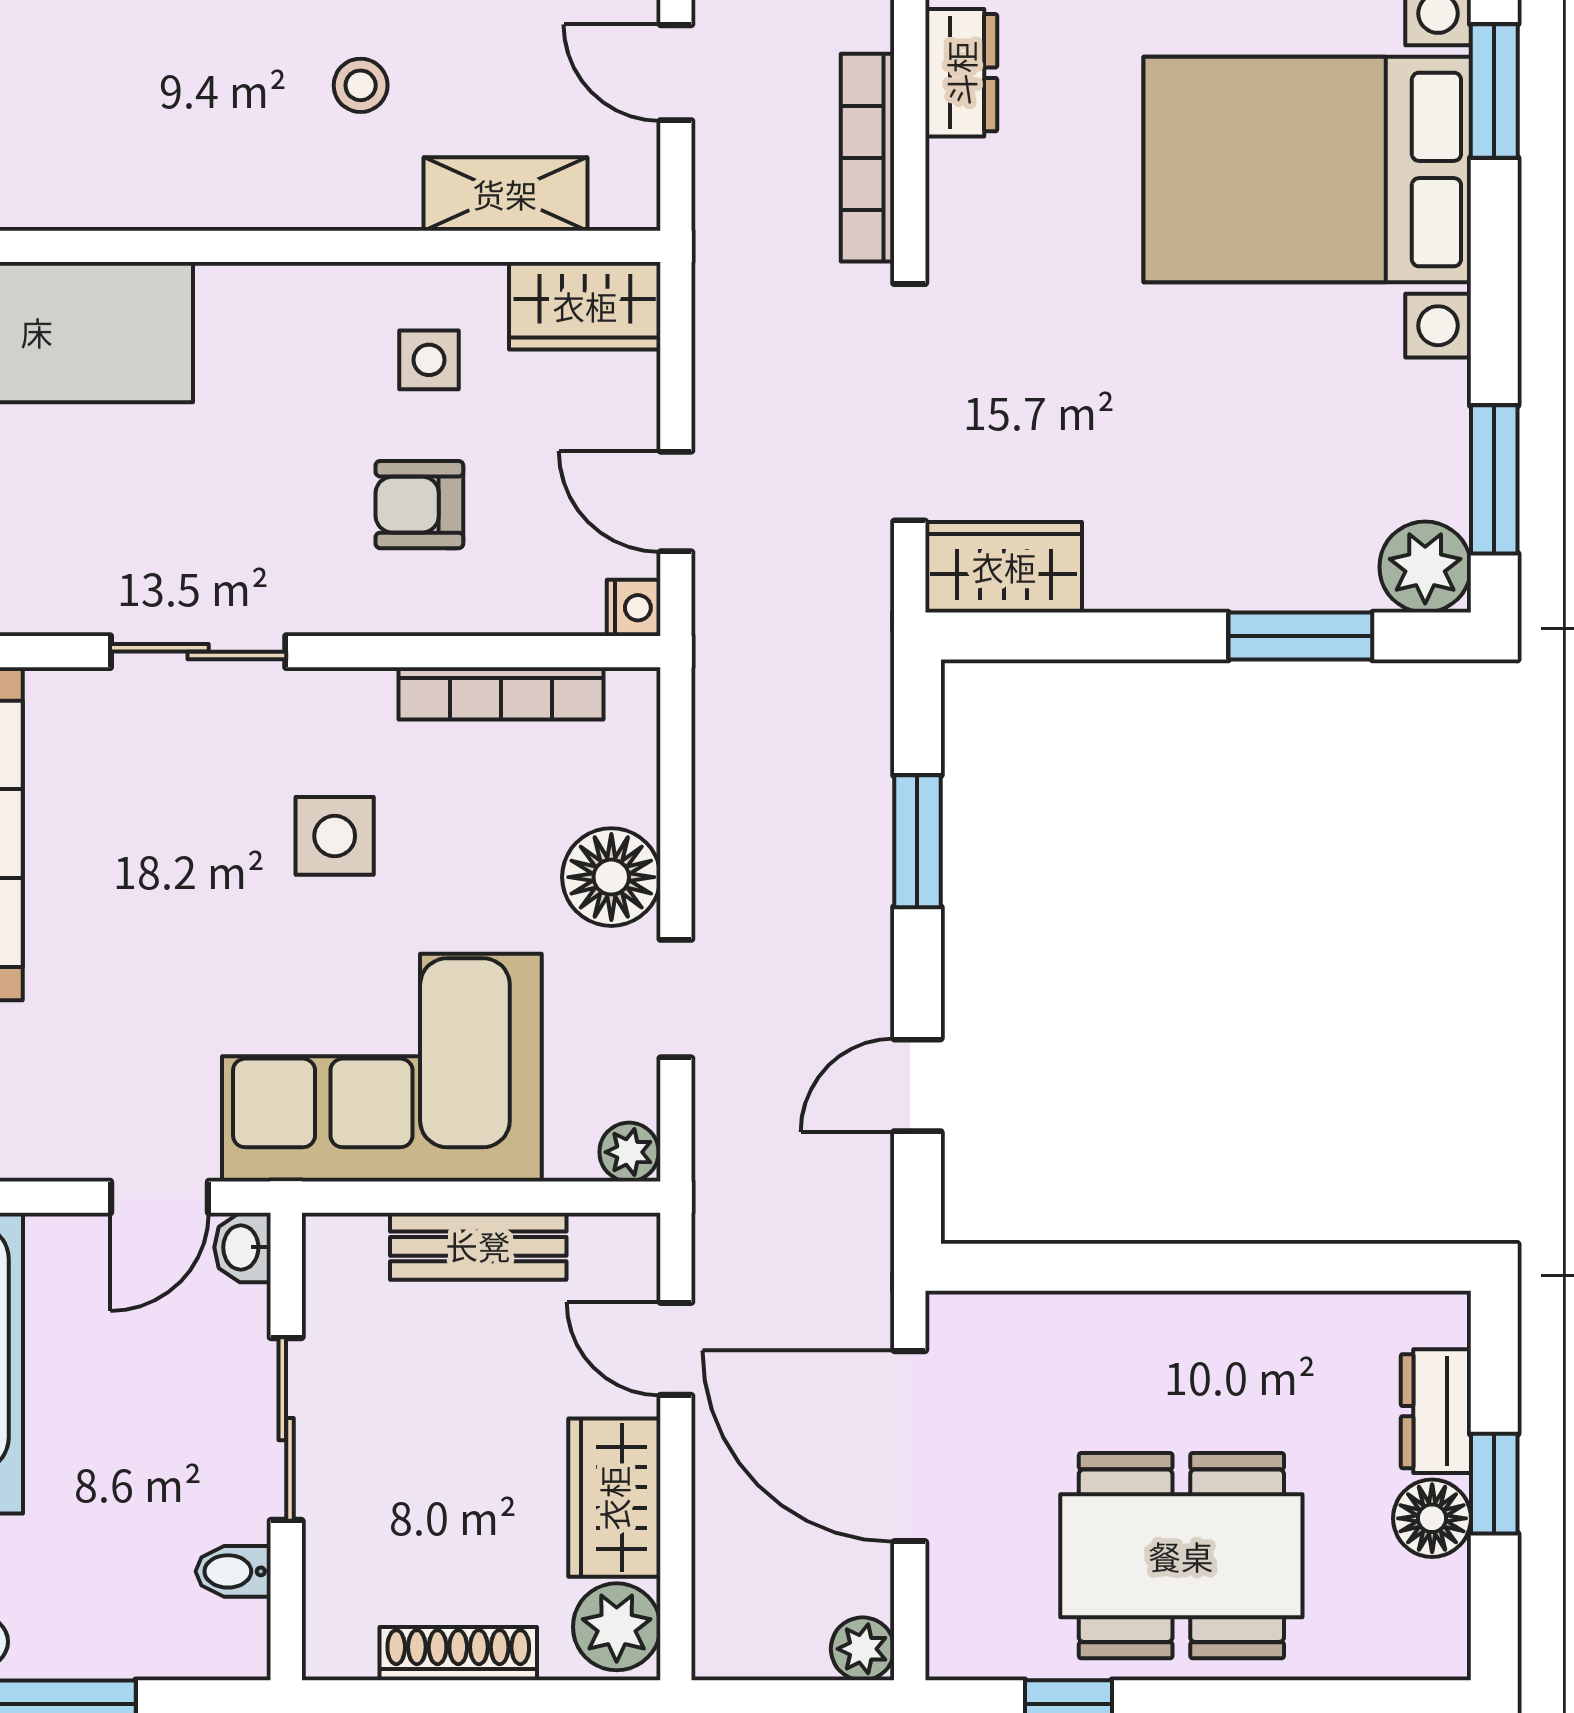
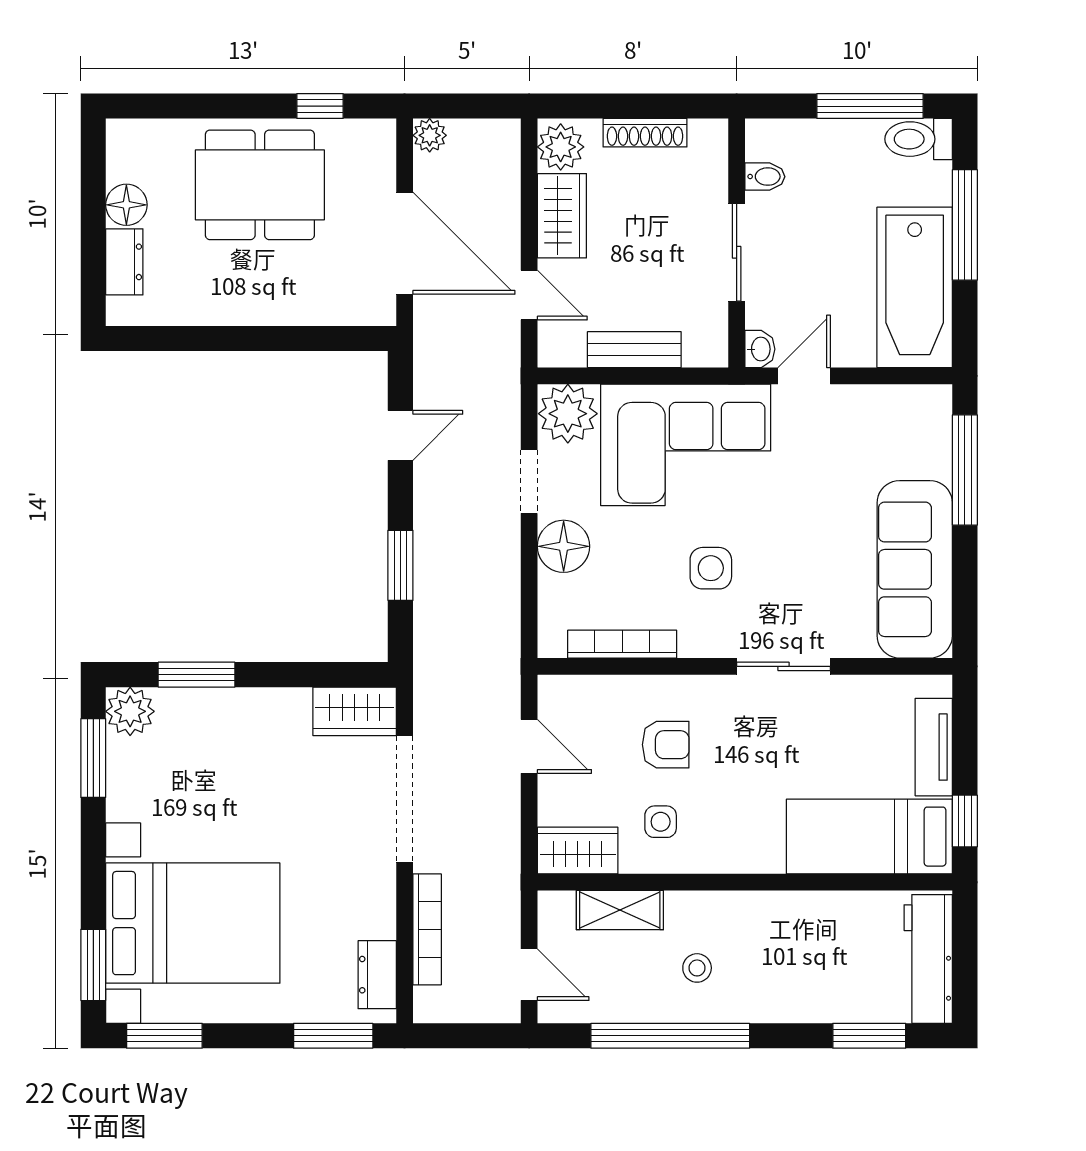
nightstand: (634, 608) -> (552, 690), removed
plant: (629, 1152) -> (568, 414), width x1.88, depth x1.88
window: (1494, 1484) -> (93, 223), removed

